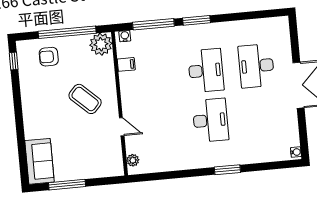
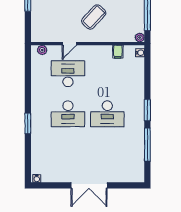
window: (153, 24) -> (147, 145), moved
plant: (101, 44) -> (140, 38), width x0.53, depth x0.53
desk: (256, 66) -> (68, 74), moved

